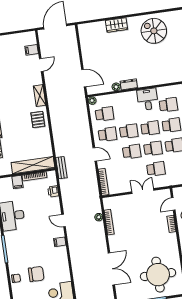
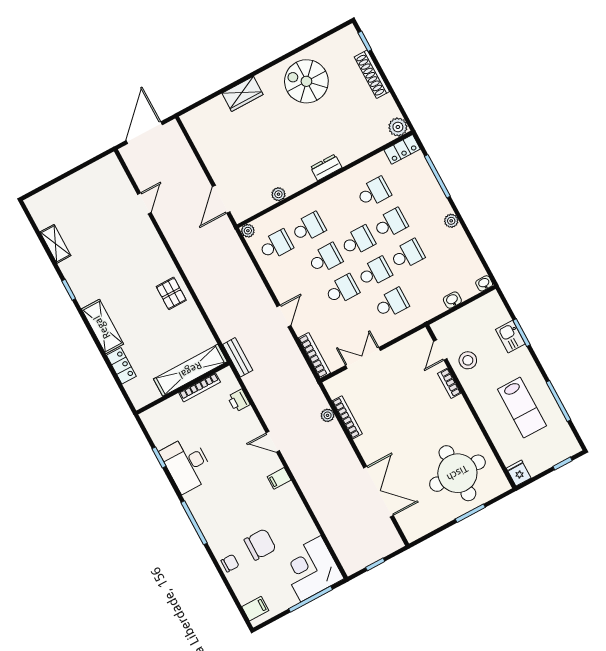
filing cabinet: (32, 50) -> (120, 185), removed
door: (84, 78) -> (221, 199), swing flipped
dresser: (129, 84) -> (326, 167), moved
shelving: (40, 96) -> (160, 254), removed
desk: (148, 99) -> (337, 196), removed
school desk: (107, 134) -> (309, 227), moved
door: (95, 154) -> (284, 316), hinge flipped
filing cabinet: (17, 182) -> (175, 407), removed
double door: (143, 191) -> (363, 358), moved

